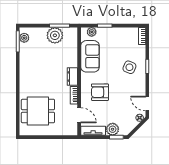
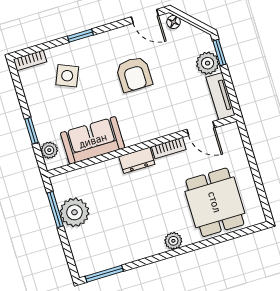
plant: (24, 38) -> (173, 241), moved
side table: (129, 67) -> (67, 76), moved
armchair: (100, 92) -> (134, 74), moved
door: (147, 104) -> (145, 16), hinge flipped
door: (79, 115) -> (201, 129), swing flipped

